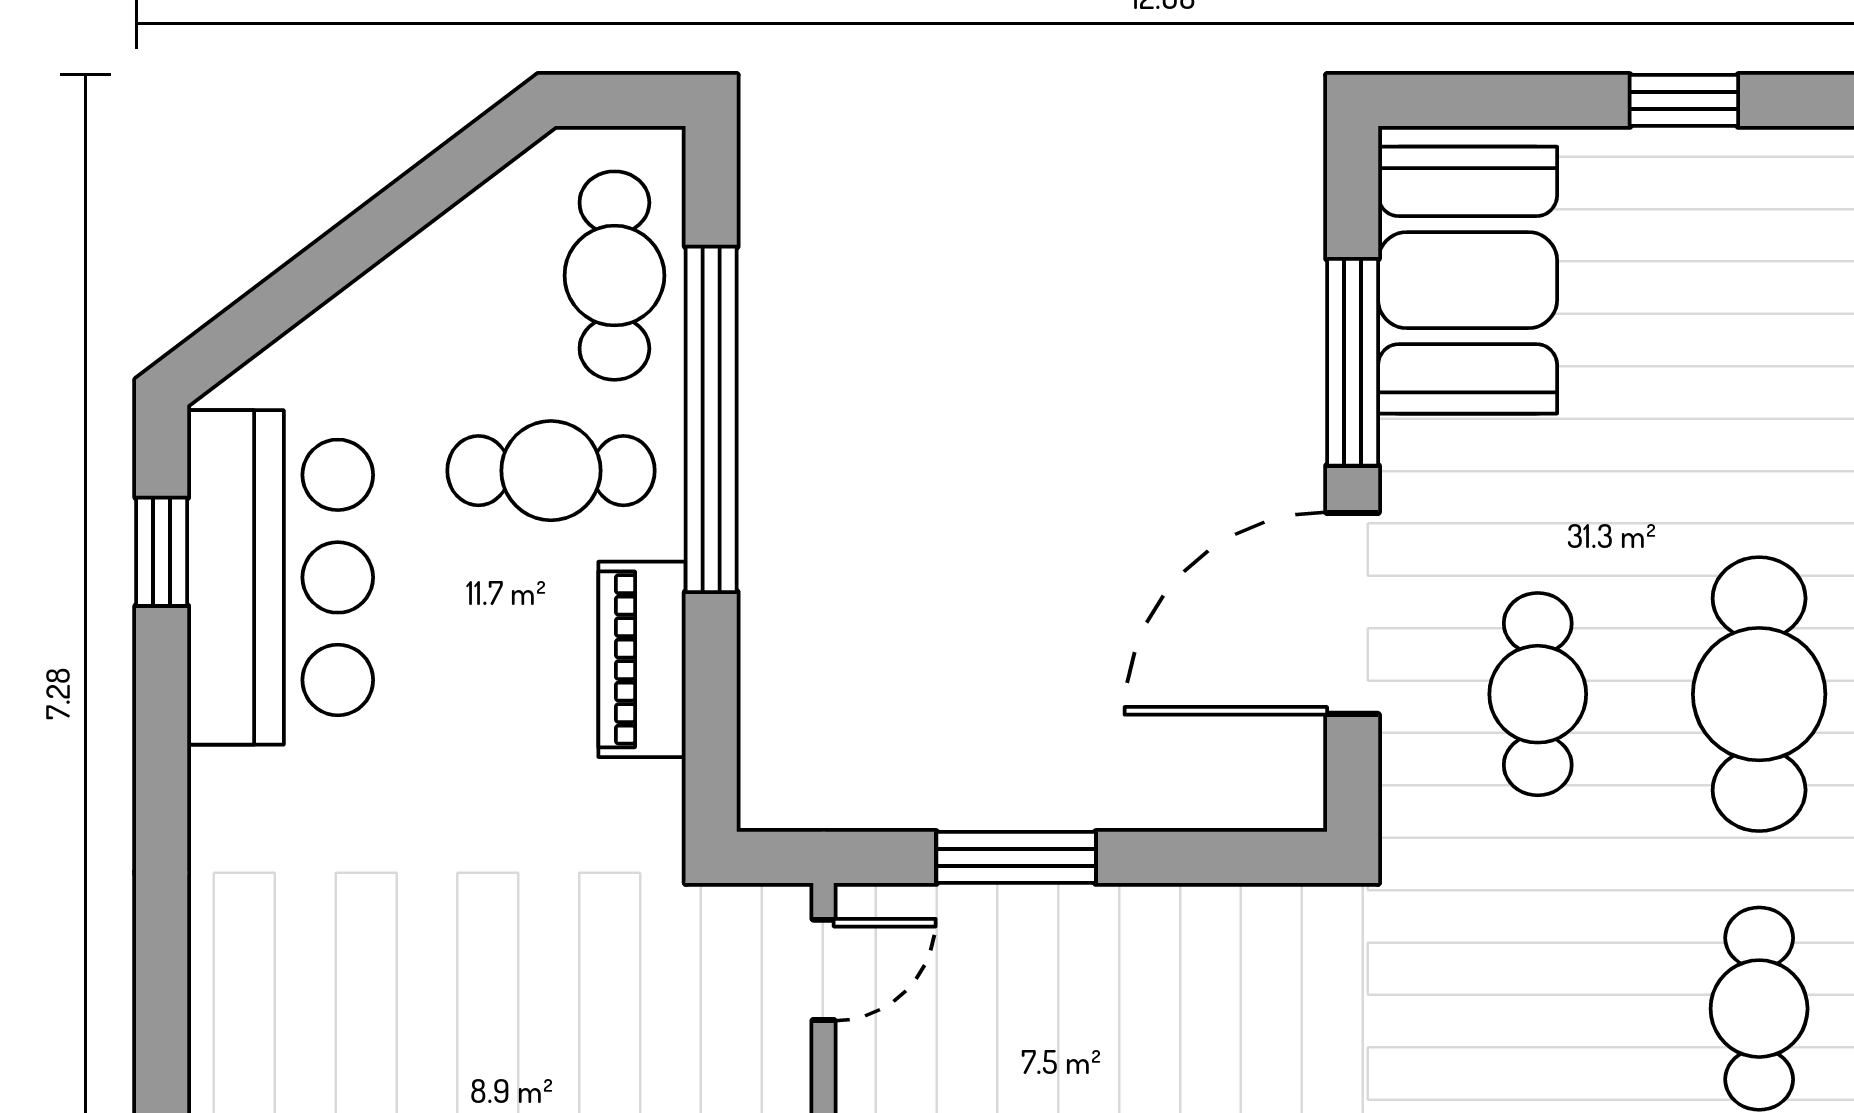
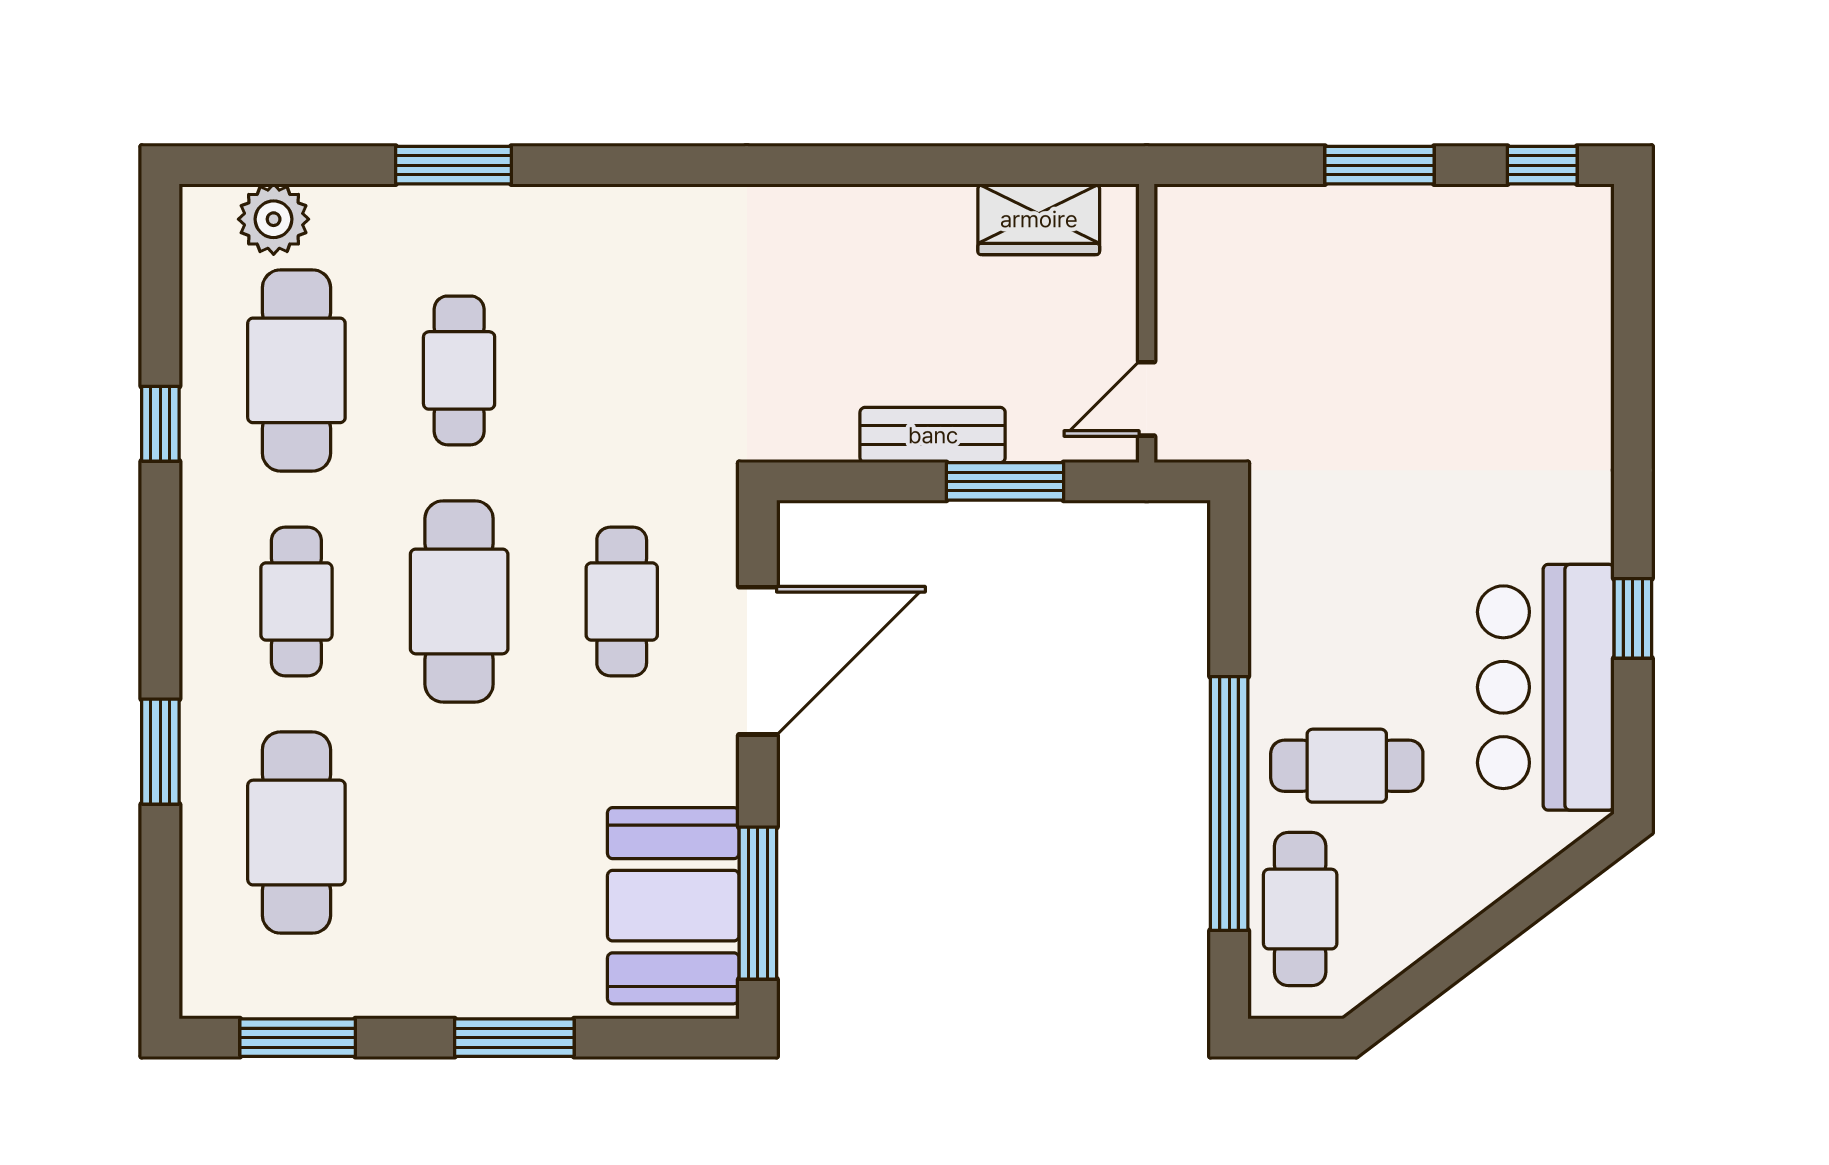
window: (1684, 100) -> (514, 1038), width x1.50
window: (1353, 362) -> (758, 903), moved
window: (162, 552) -> (1633, 618), moved
piano: (642, 659) -> (1280, 627), removed
bench: (1115, 921) -> (933, 435), added

